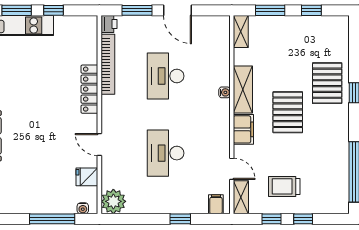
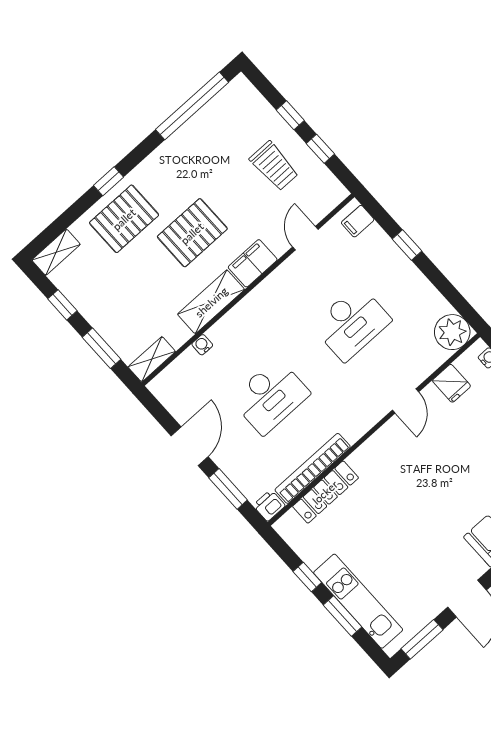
locker: (89, 89) -> (325, 492), moved
water cooler: (225, 92) -> (202, 345), moved
shelving: (241, 197) -> (56, 252), moved

